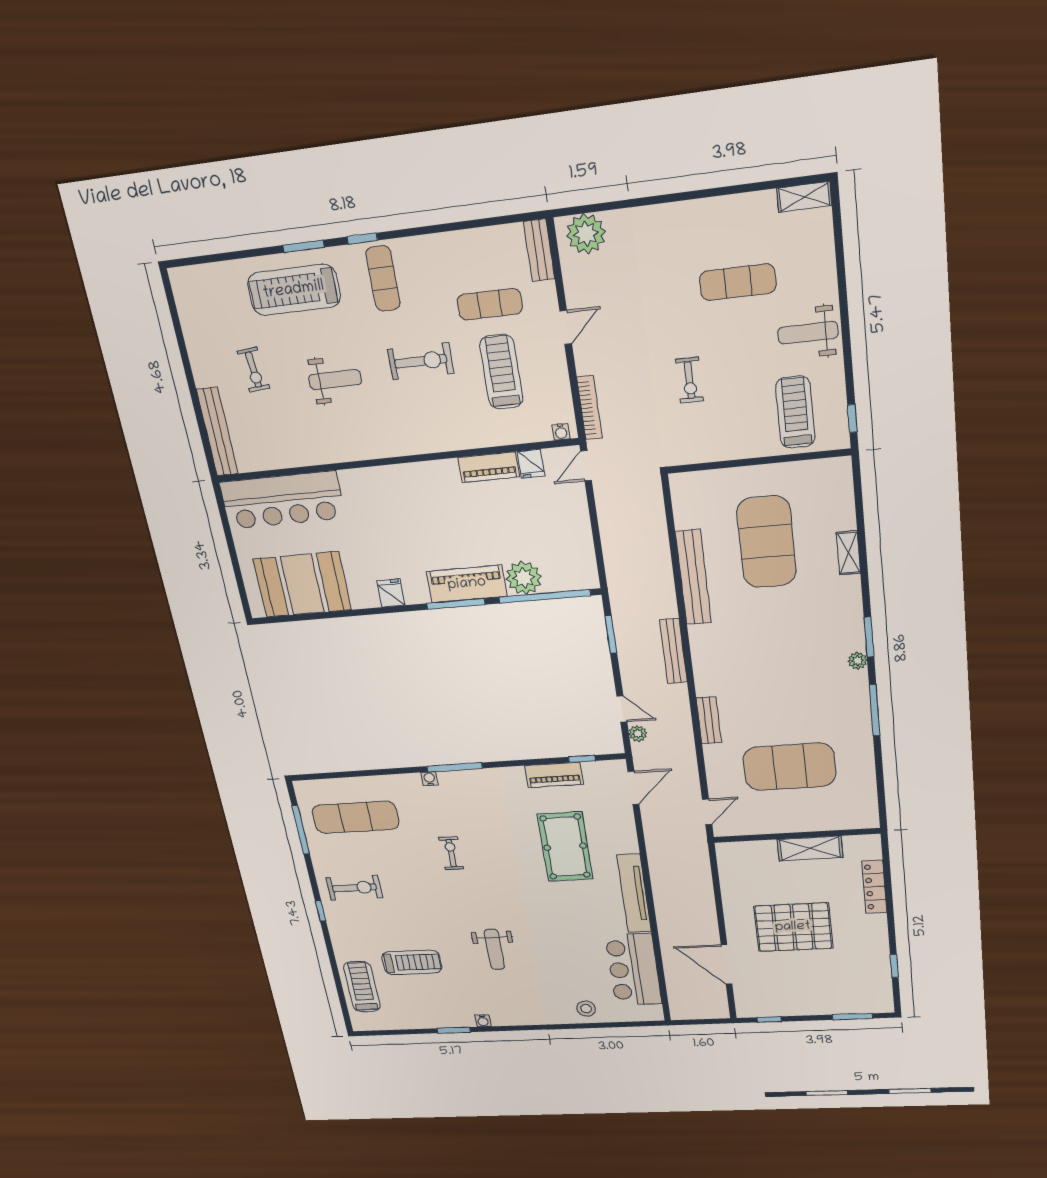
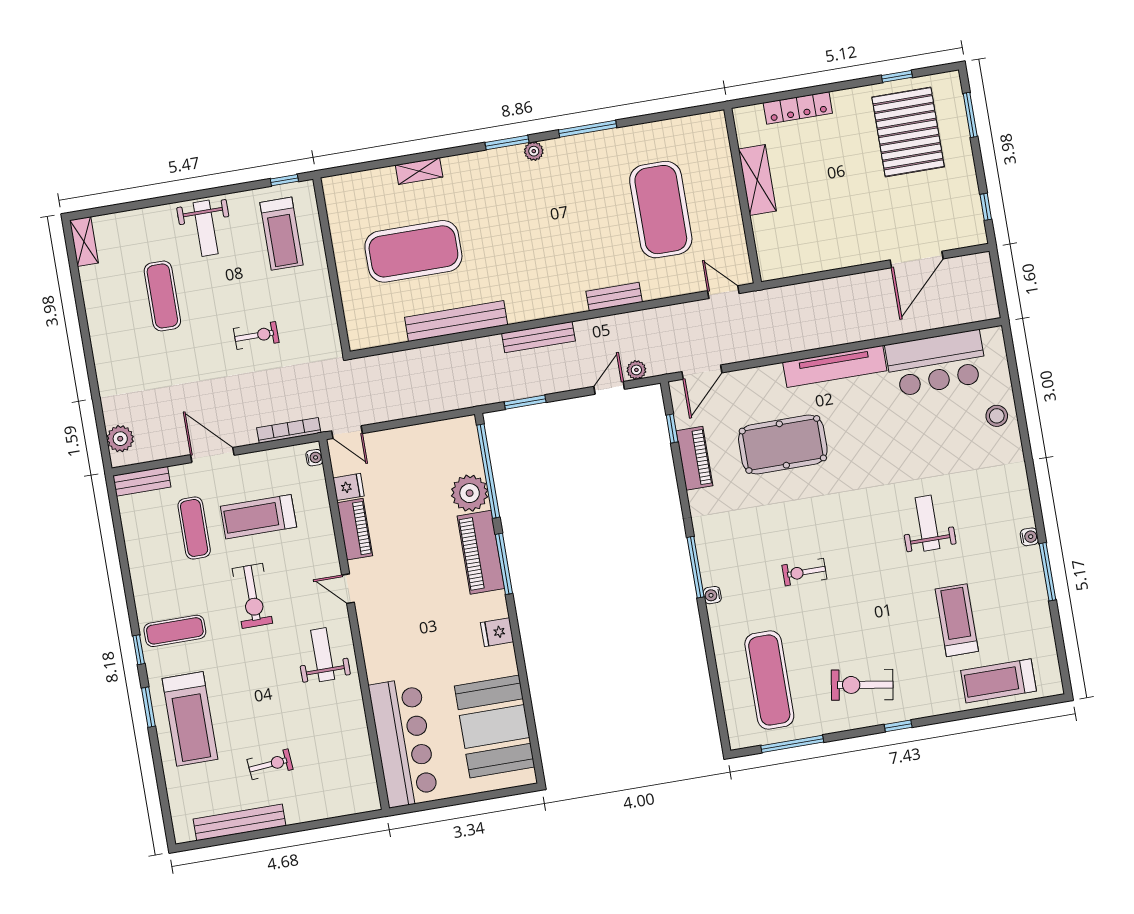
plant: (586, 234) -> (120, 439), width x0.73, depth x0.73
door: (566, 327) -> (212, 455), width x1.38
exercise bike: (421, 361) -> (252, 596), turned 180
weight bench: (335, 380) -> (323, 655), moved
treadmill: (795, 412) -> (281, 234), turned -90
bench: (217, 432) -> (239, 822), moved
door: (430, 457) -> (348, 589), added
door: (633, 788) -> (702, 372), swing flipped
exercise bike: (354, 888) -> (862, 685), turned -81
pallet: (793, 927) -> (908, 132), moved
weight bench: (494, 949) -> (927, 523), turned -90
window: (454, 1030) -> (1047, 572), width x1.44

